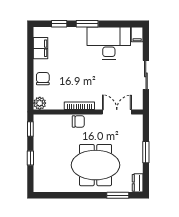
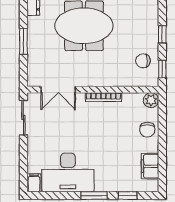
sliding door: (146, 75) -> (23, 118), moved
chair: (78, 121) -> (143, 61), moved

